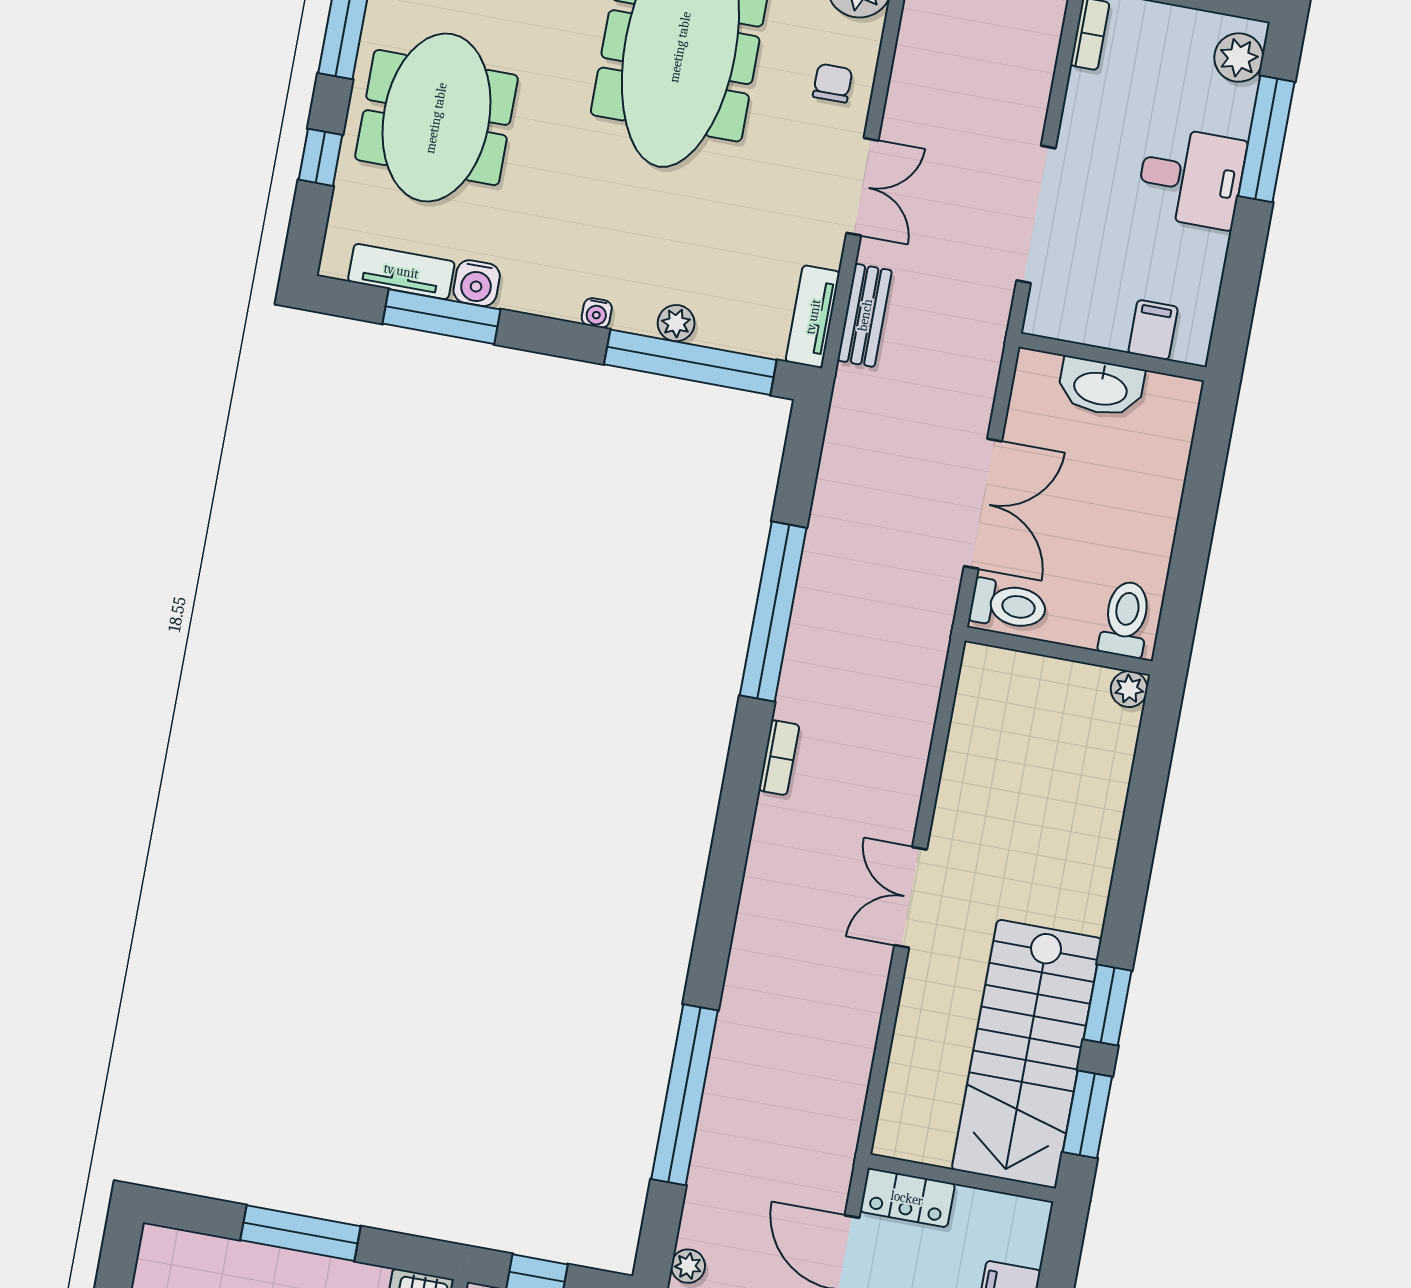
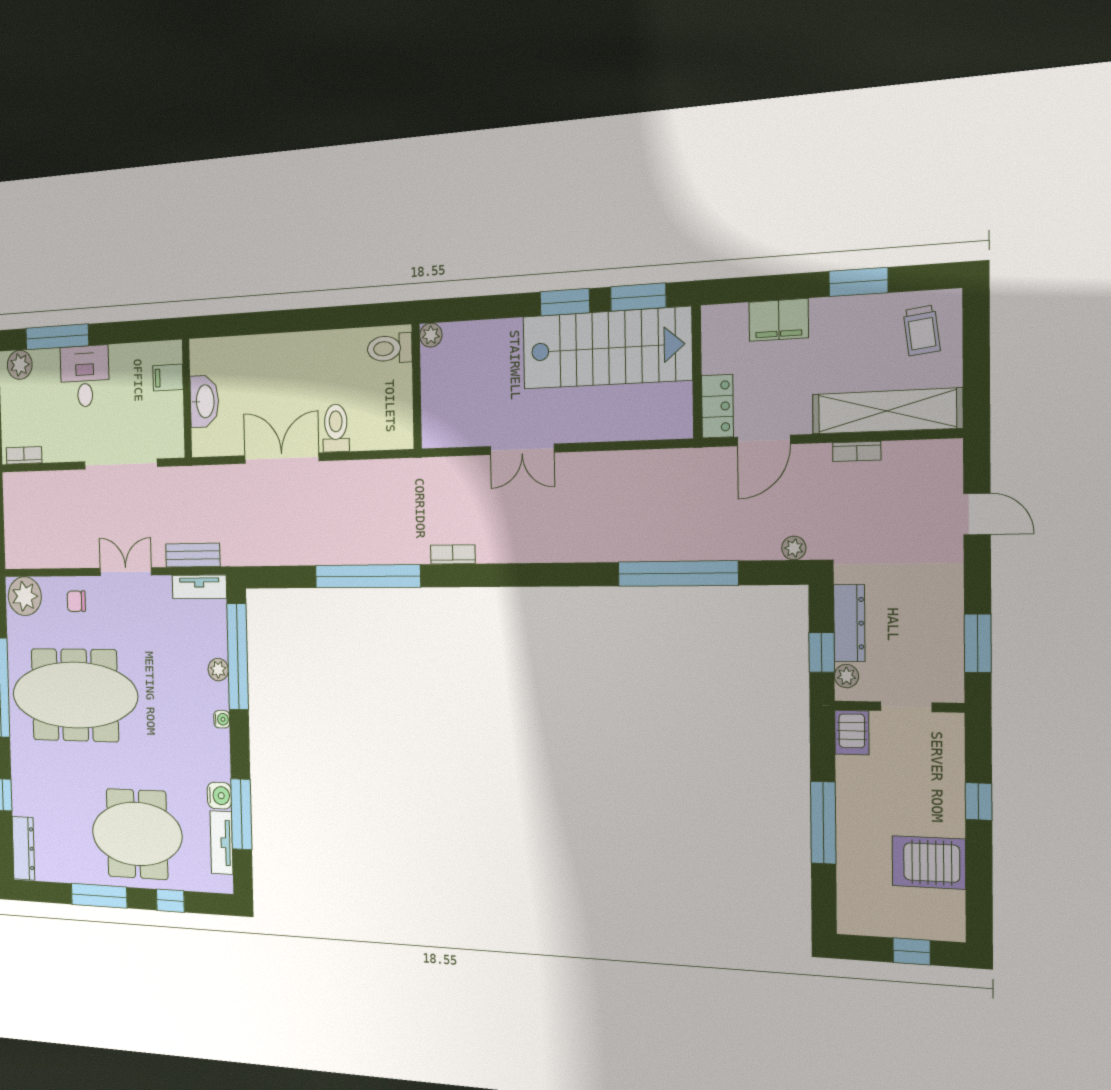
toilet: (1126, 619) -> (390, 348), moved
wall: (1059, 651) -> (417, 387), moved
plant: (1129, 689) -> (431, 335), moved

